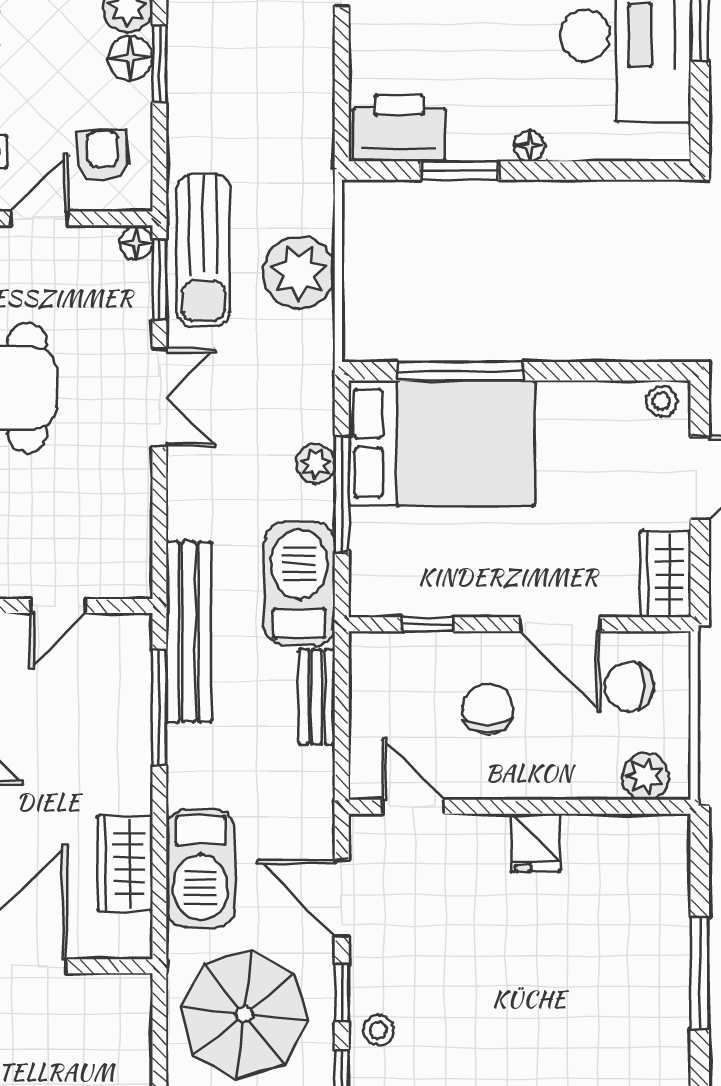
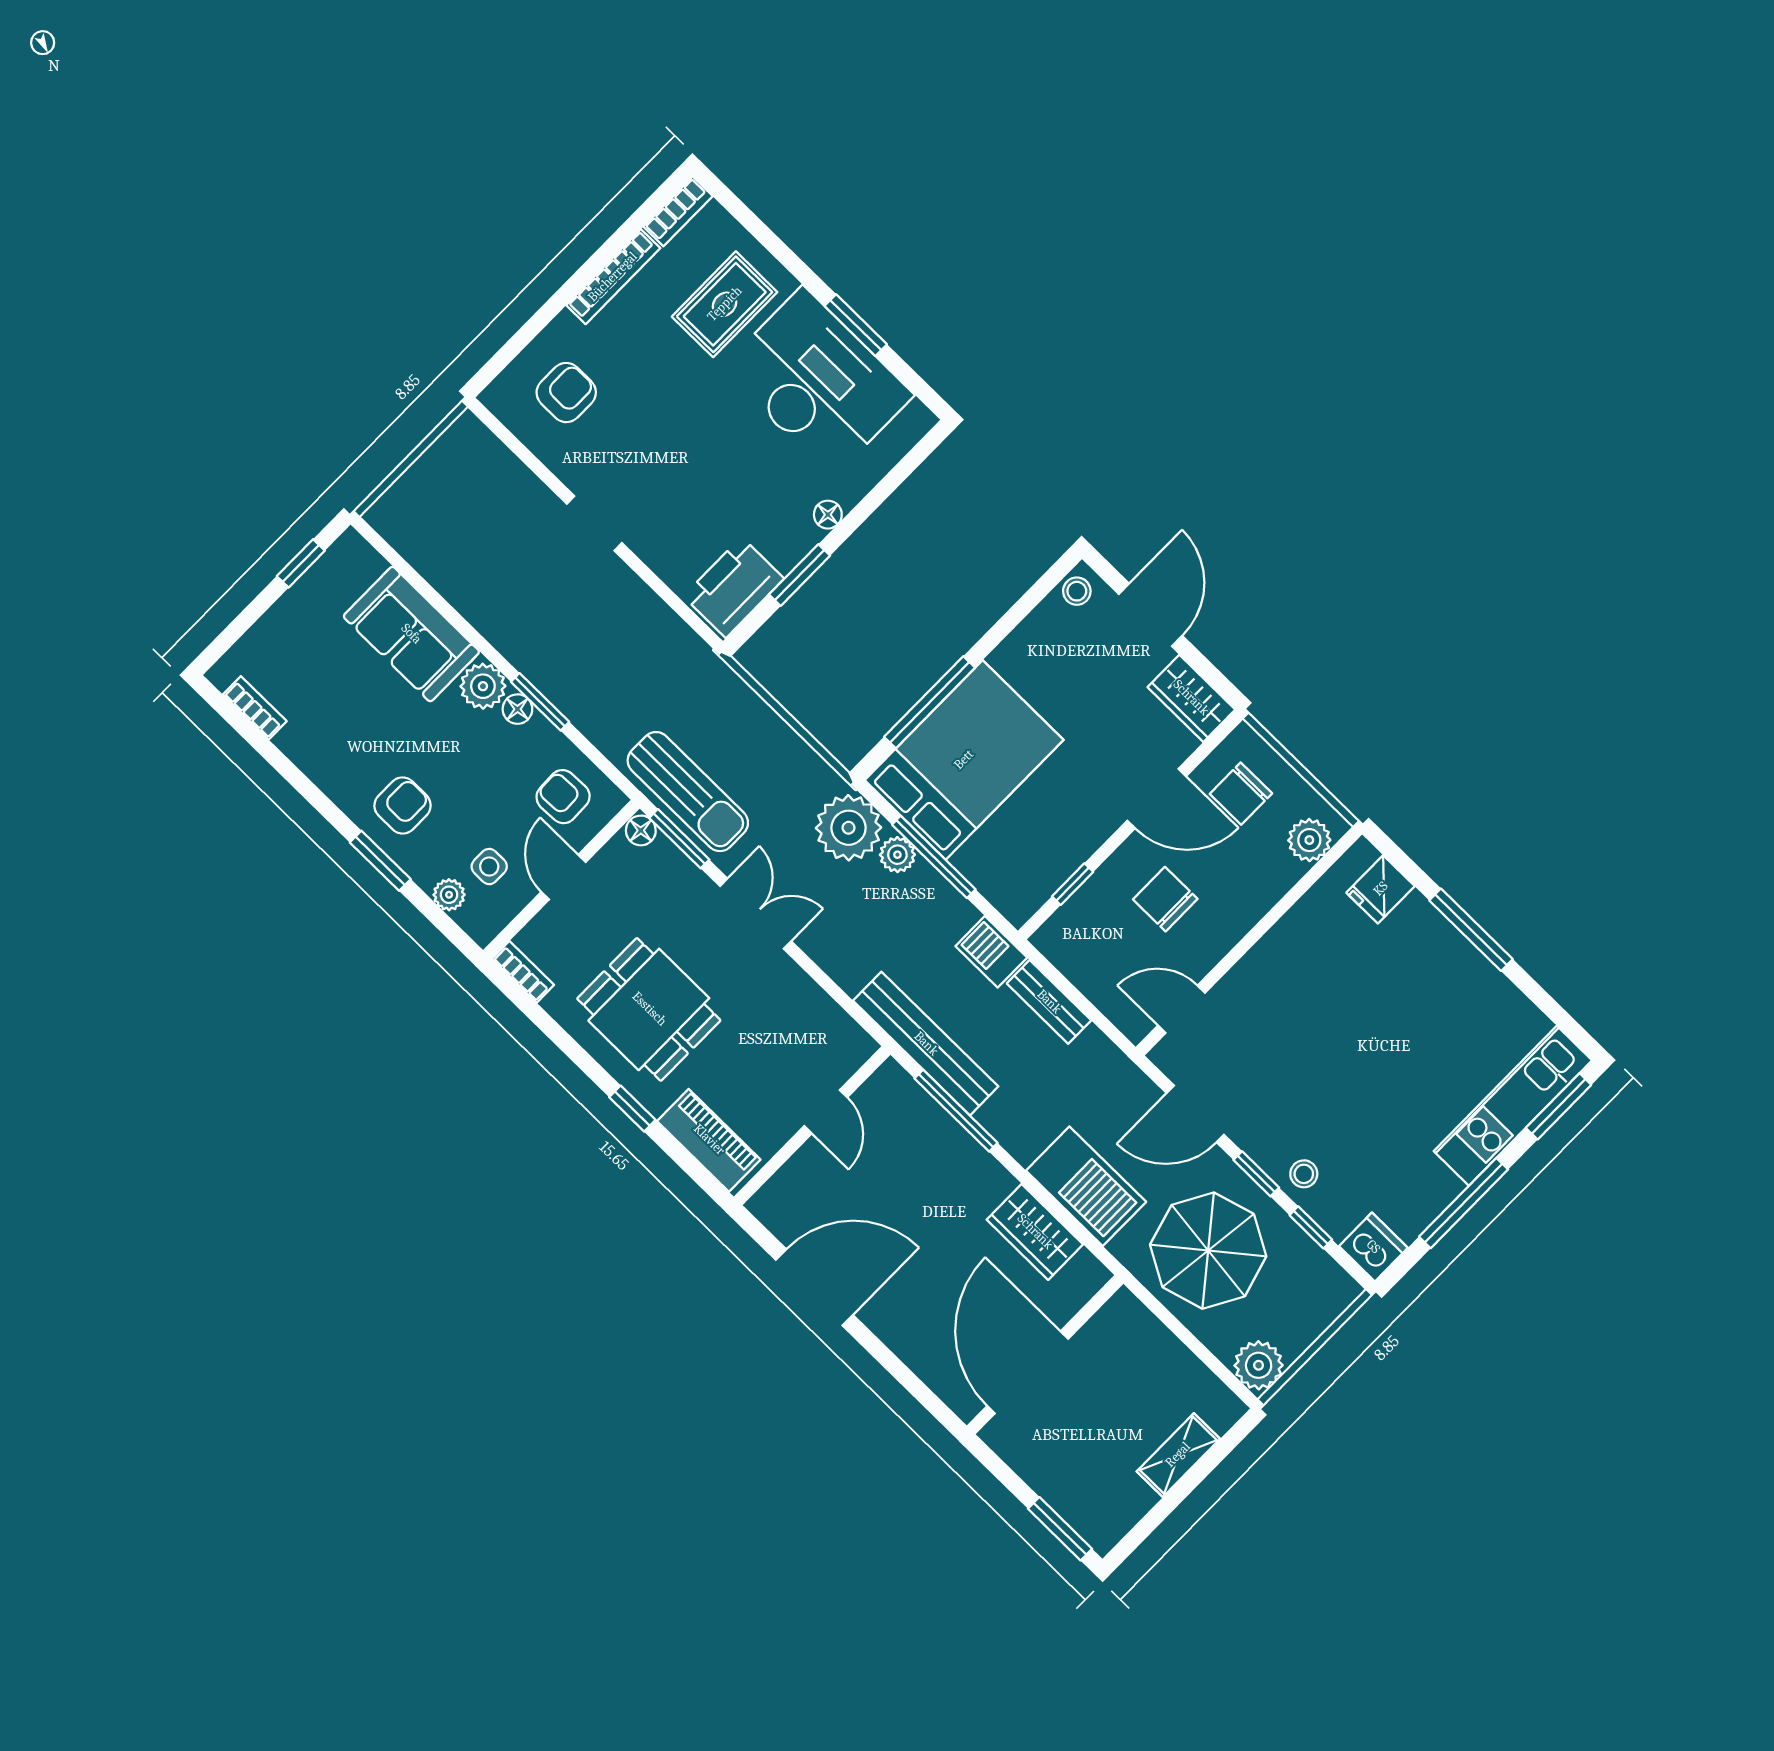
floor lamp: (130, 58) -> (517, 709), width x0.73, depth x0.73
plant: (299, 272) -> (849, 828), moved
barbecue: (299, 584) -> (991, 952), width x0.53, depth x0.65
fridge: (536, 843) -> (1381, 889), moved, turned 90

